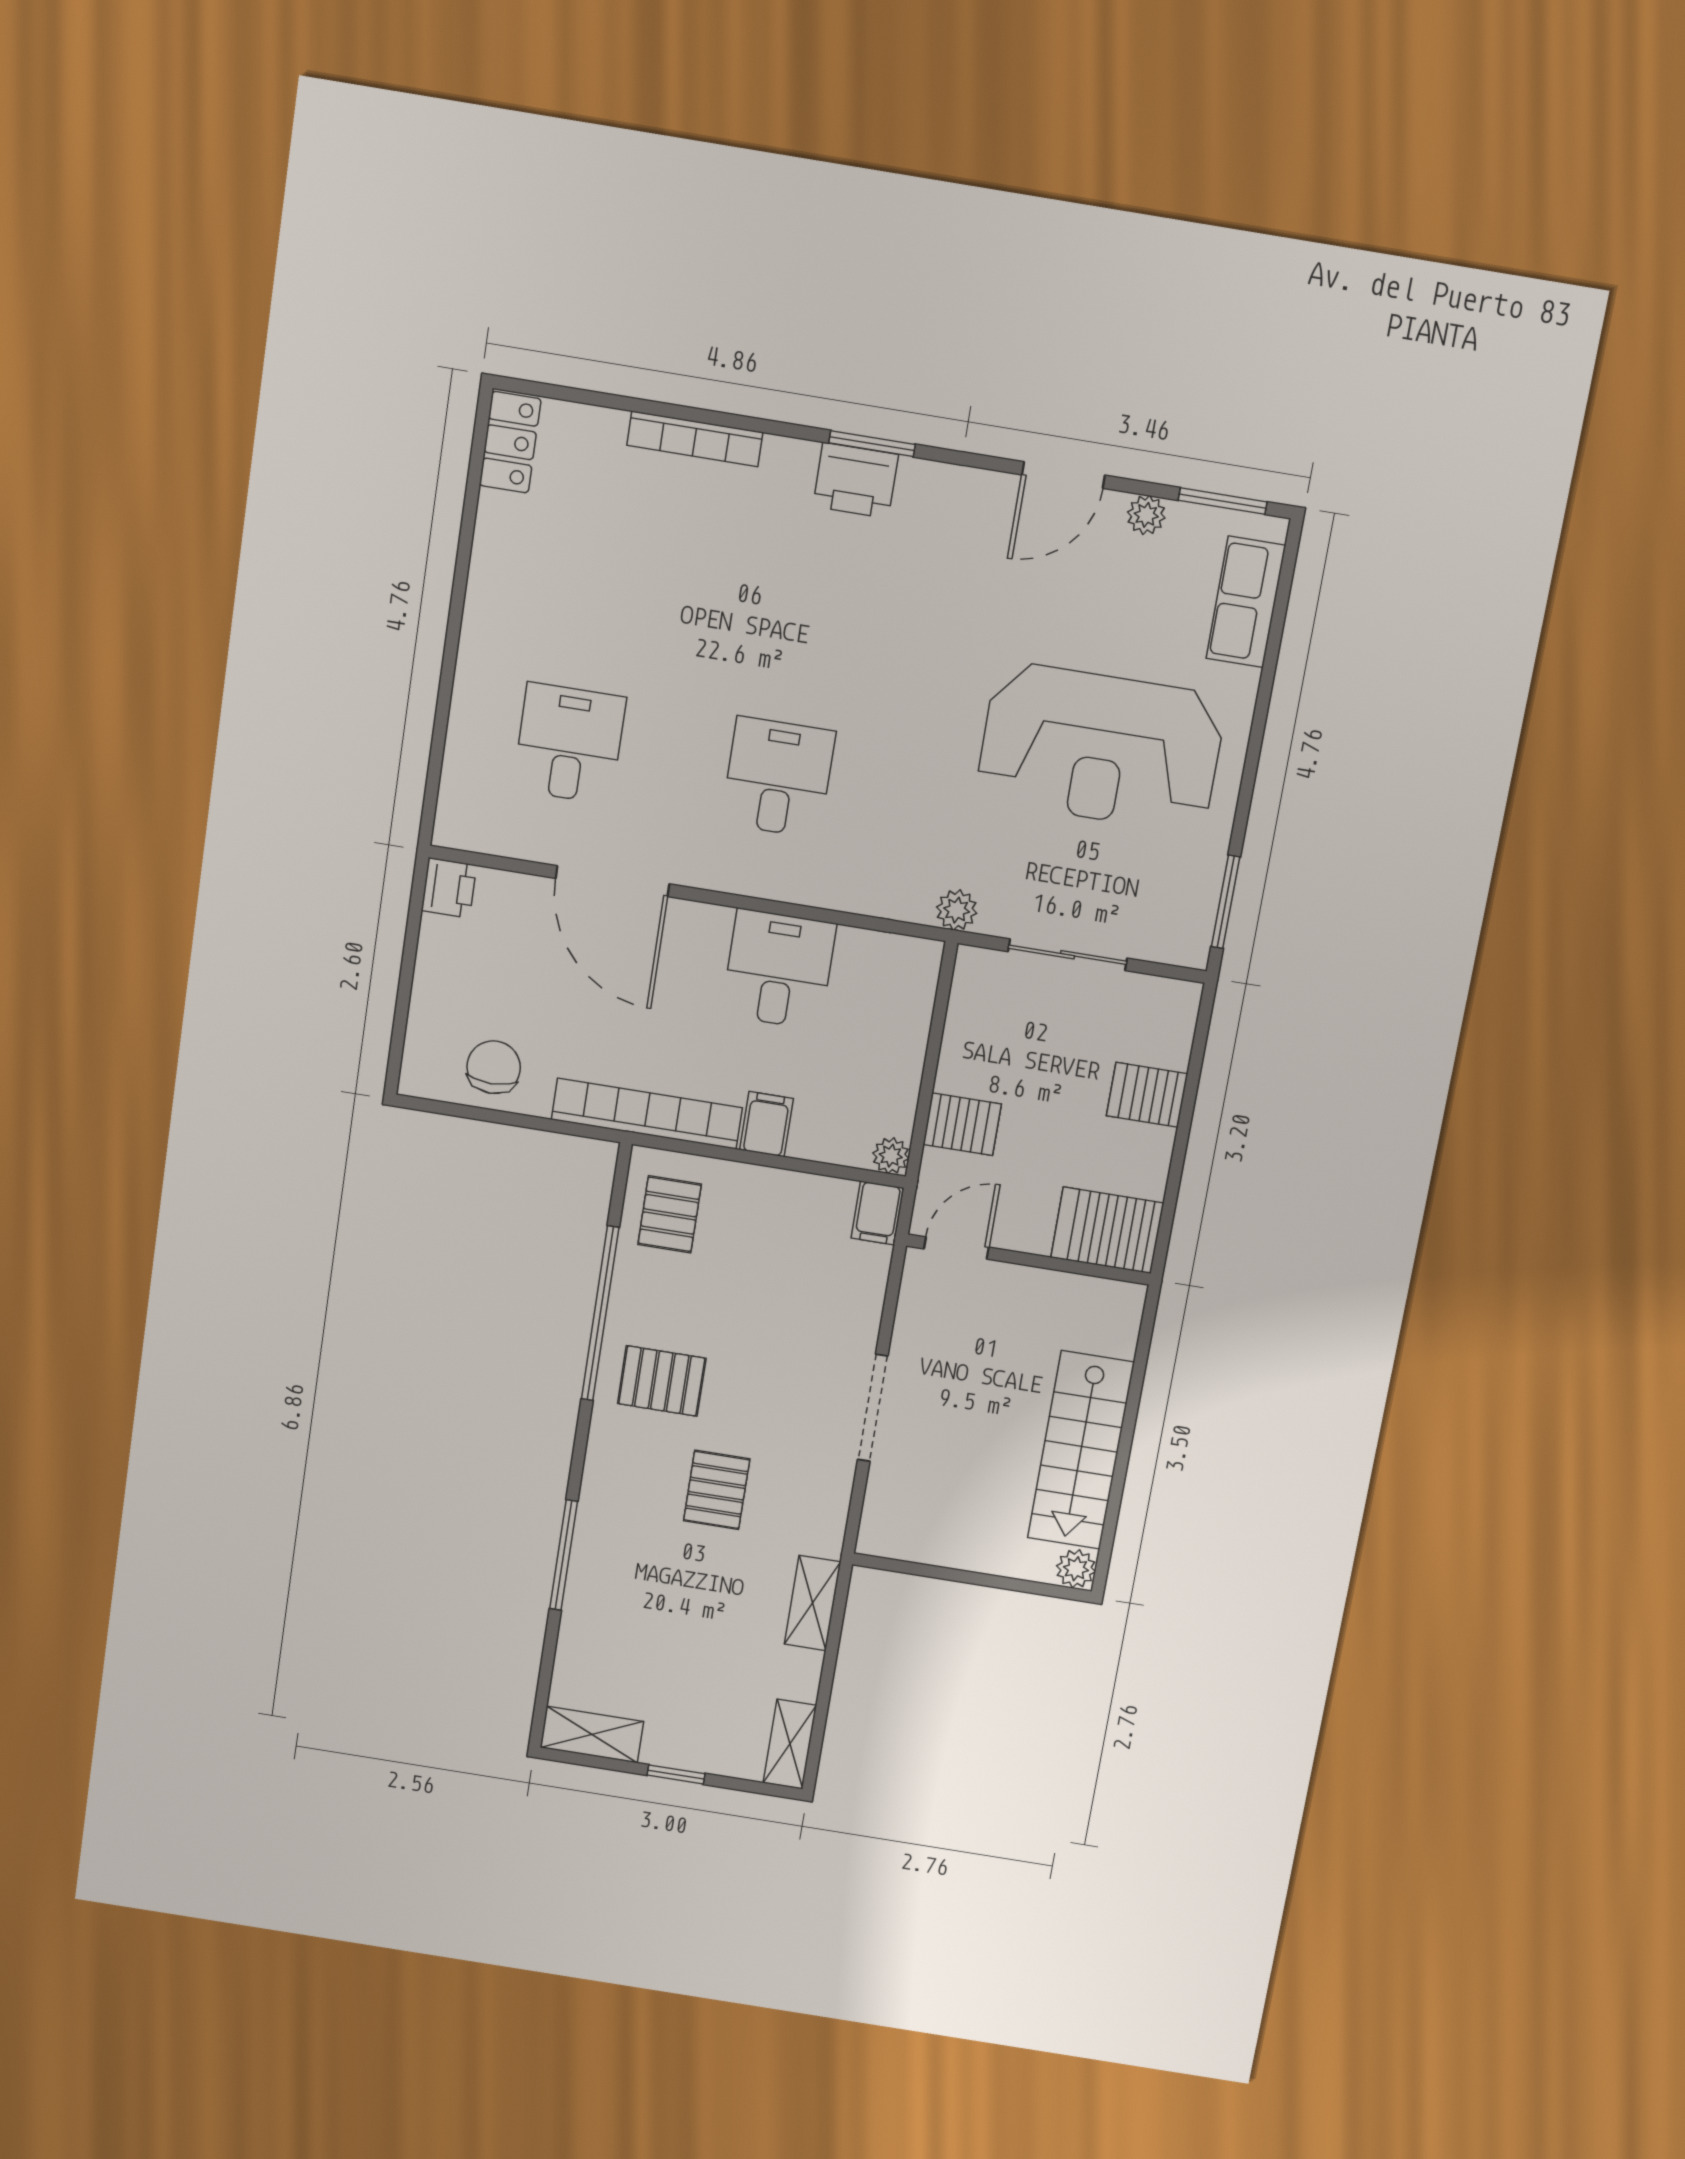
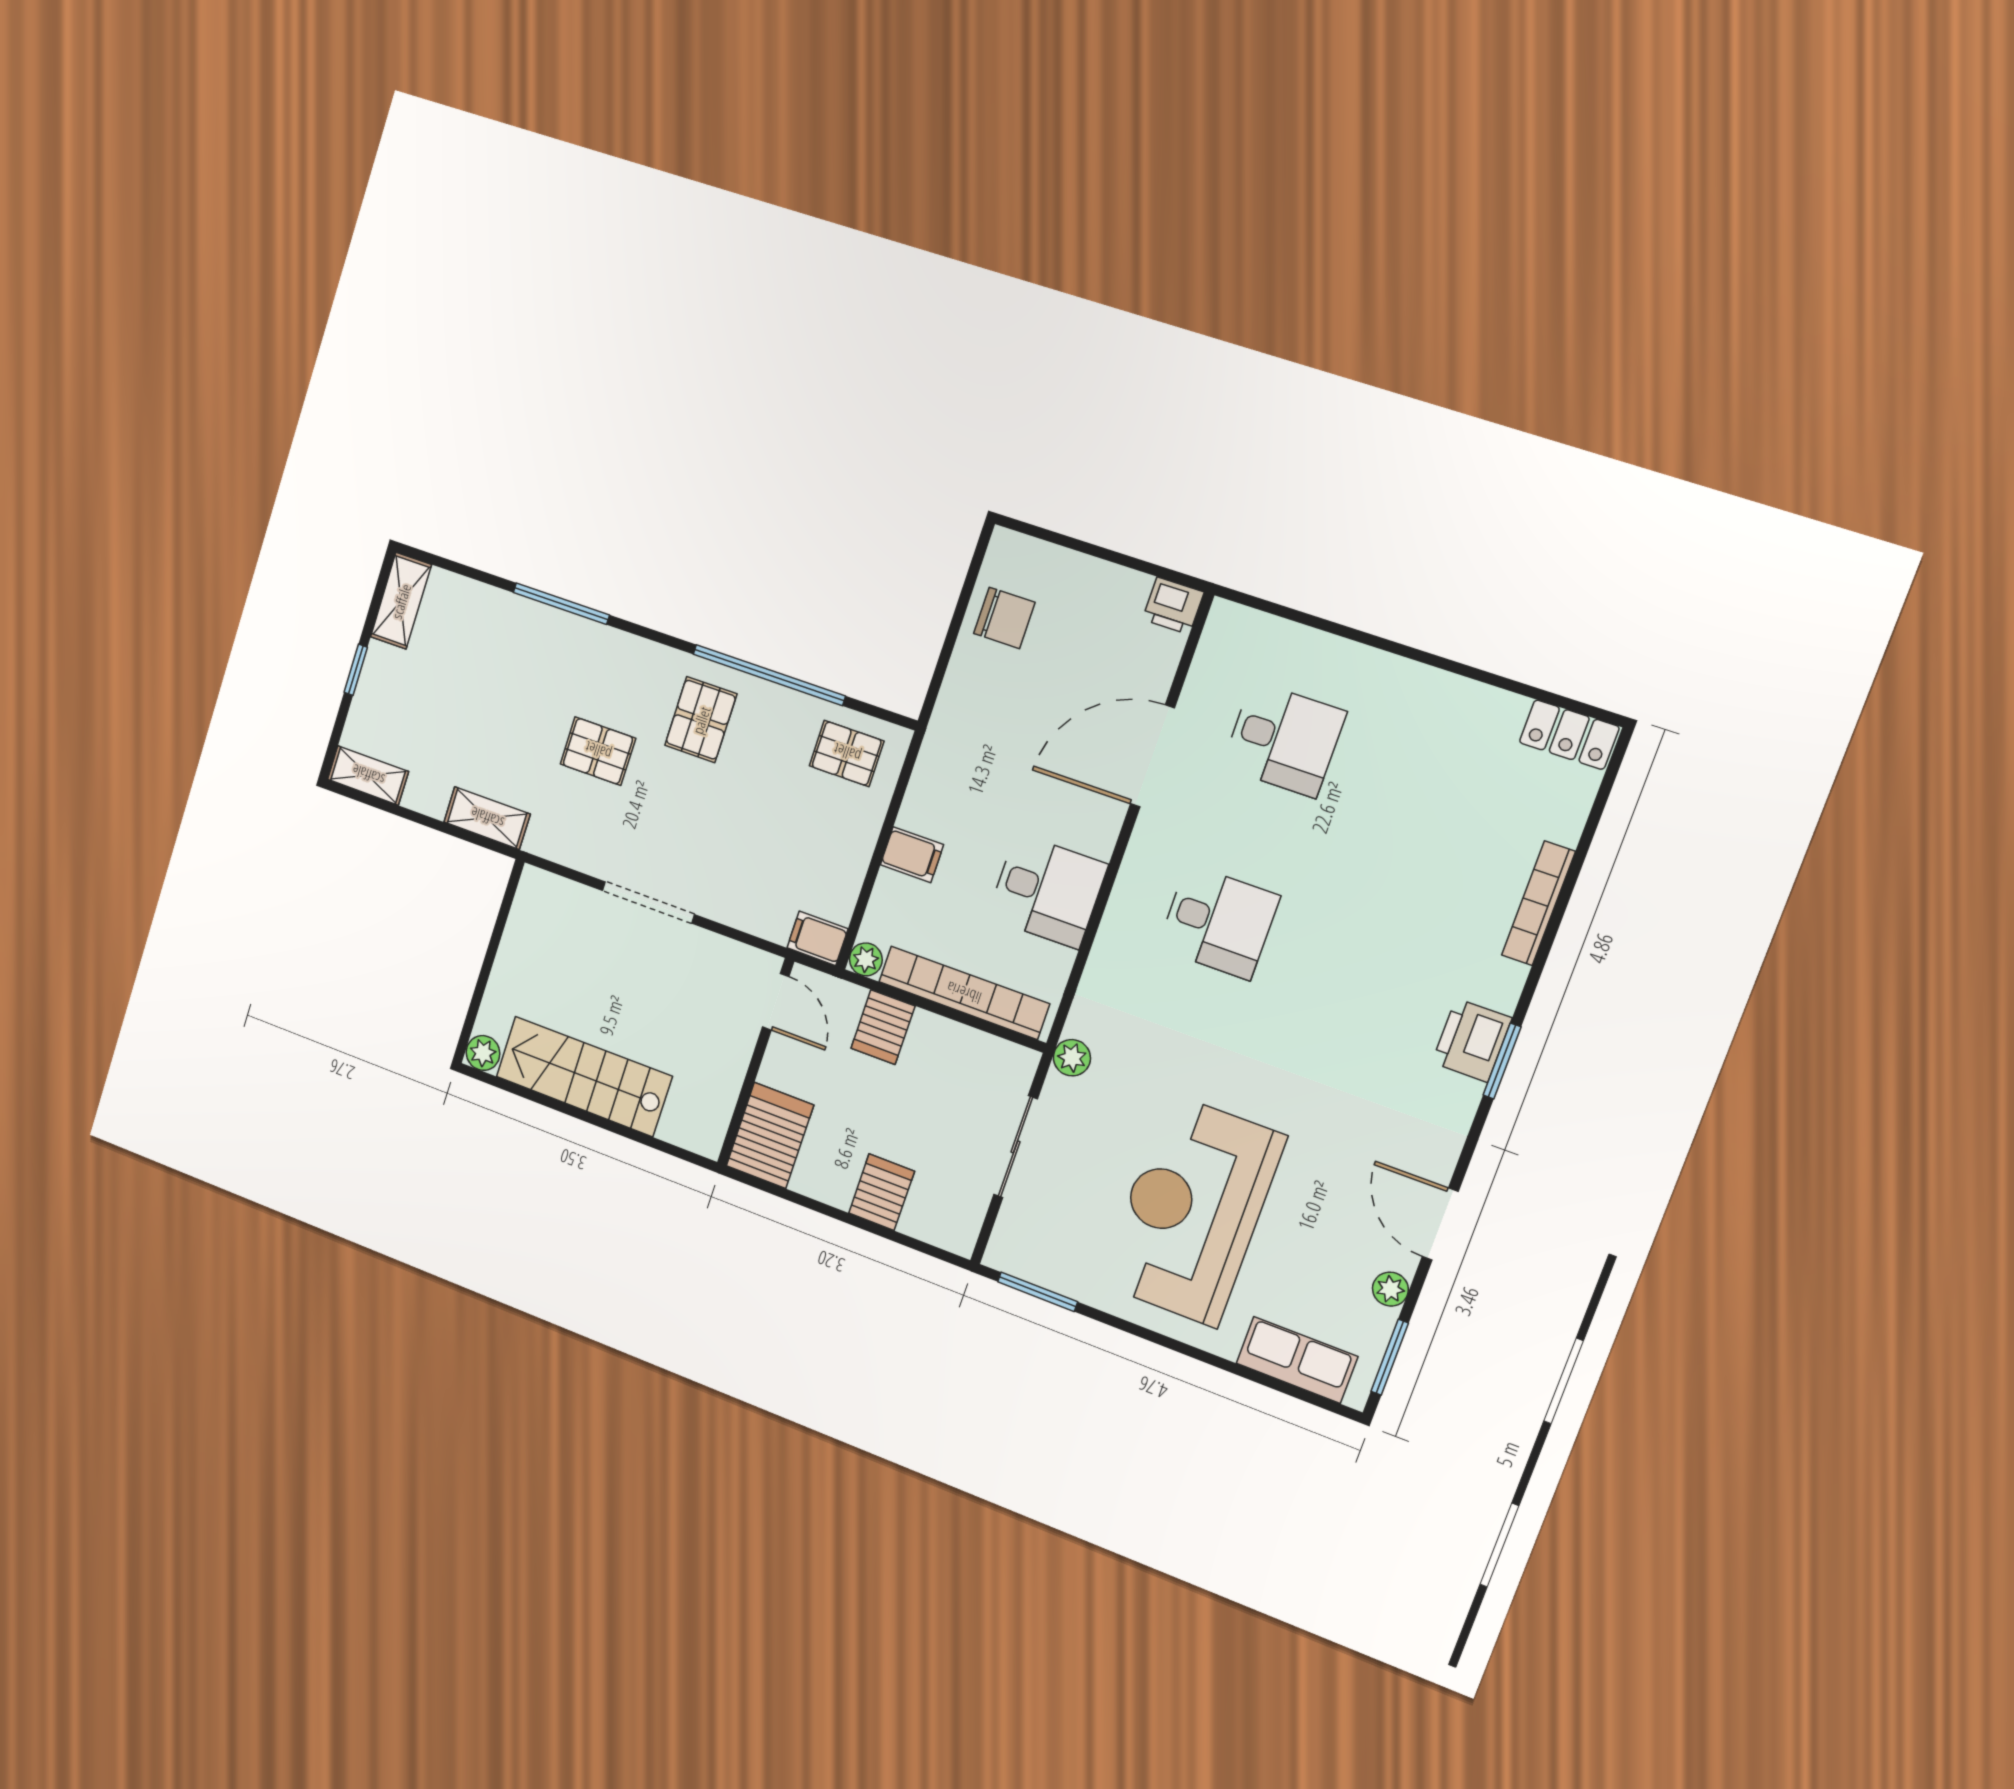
bookcase: (647, 1114) -> (964, 993), moved, turned -90

